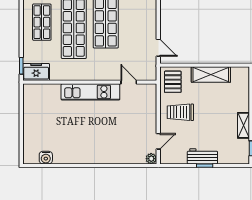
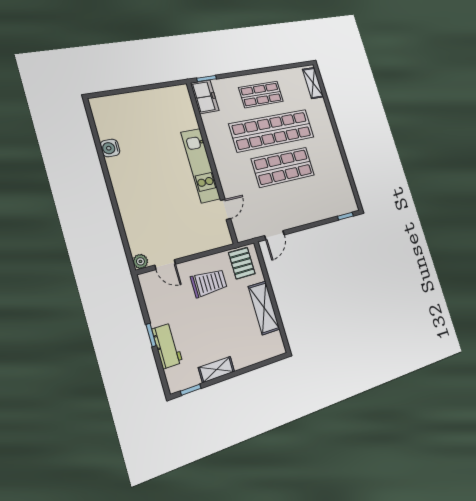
pallet: (173, 82) -> (242, 263), turned 90
trolley: (180, 112) -> (209, 283), turned 90
workbench: (202, 156) -> (167, 346), moved
water cooler: (46, 158) -> (110, 148), moved

